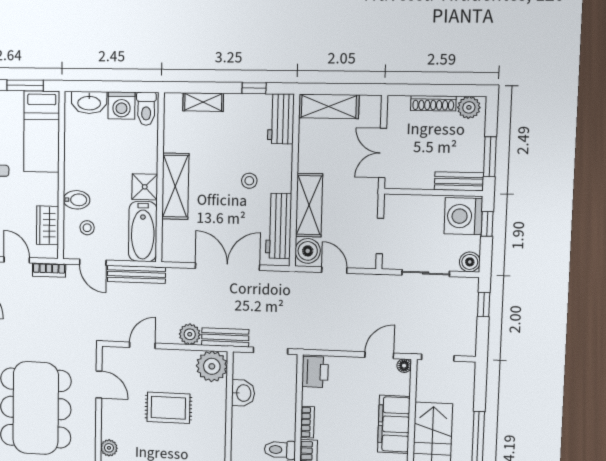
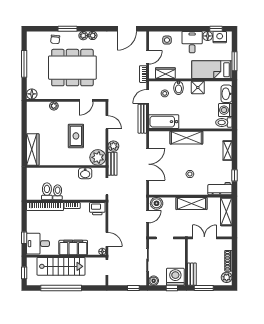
shower: (145, 187) -> (198, 88), moved
shelving: (309, 205) -> (191, 203), moved
workbench: (279, 226) -> (168, 189), removed

